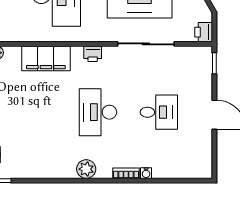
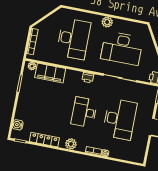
filing cabinet: (46, 58) -> (50, 73), moved
desk: (159, 112) -> (120, 119), width x1.87, depth x1.30
locker: (41, 170) -> (44, 140), added

